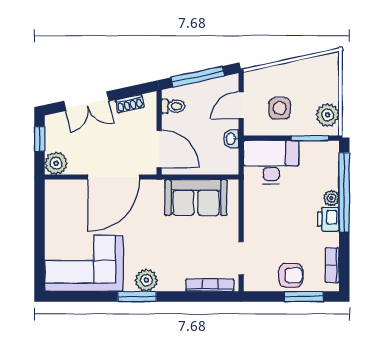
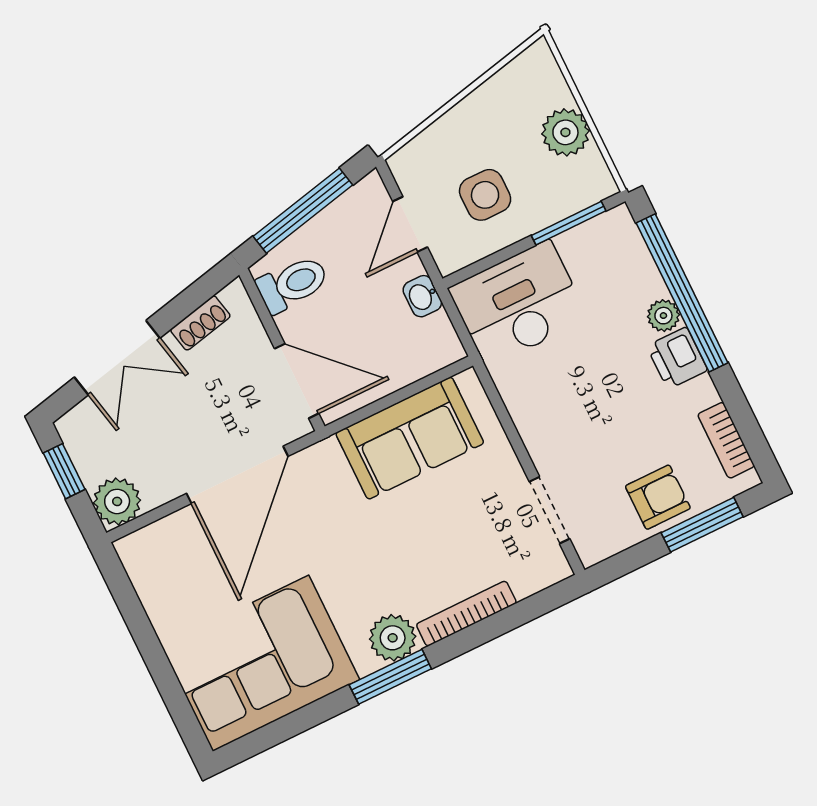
toilet: (173, 106) -> (292, 284), width x1.37, depth x1.39
plant: (328, 115) -> (565, 132), moved
bookcase: (210, 285) -> (466, 614), moved

